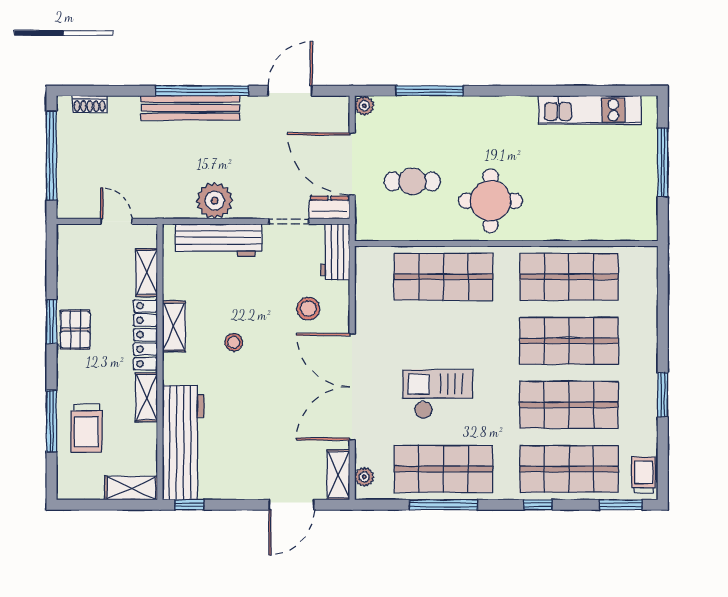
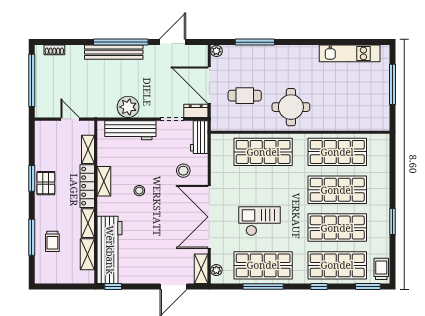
trolley: (87, 428) -> (52, 241), width x0.73, depth x0.72
shelving: (131, 488) -> (87, 254), moved, turned 90

